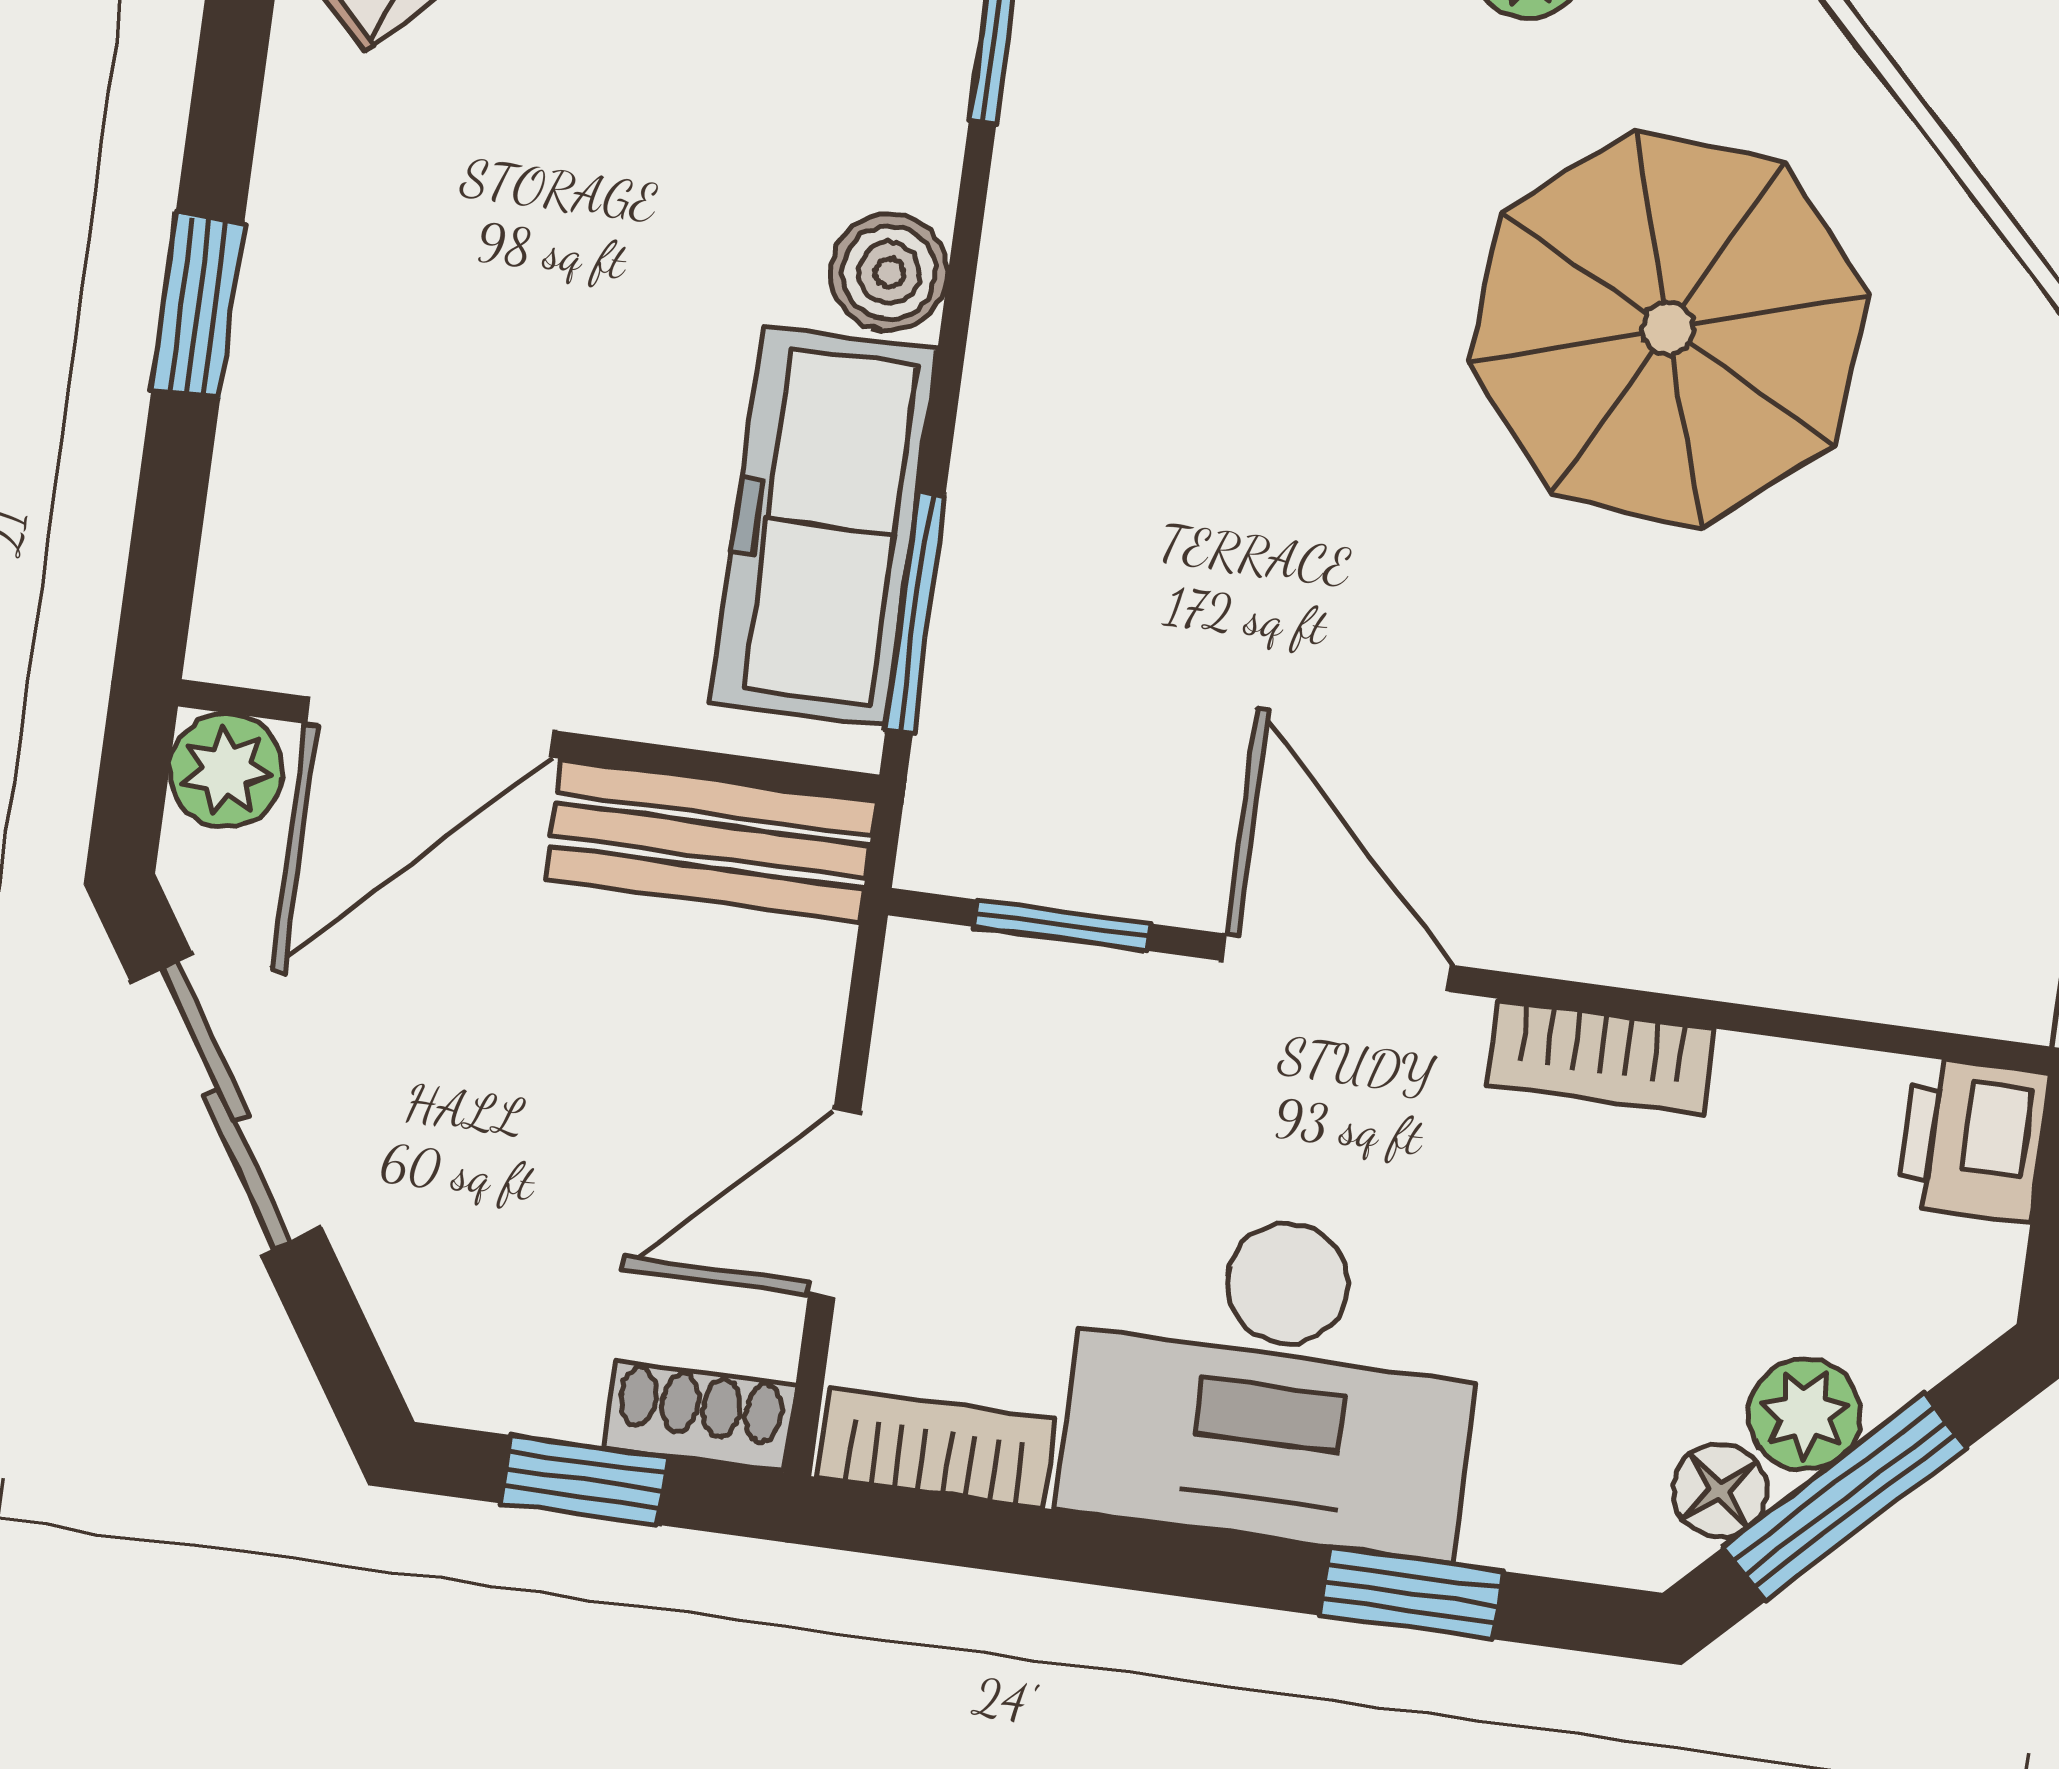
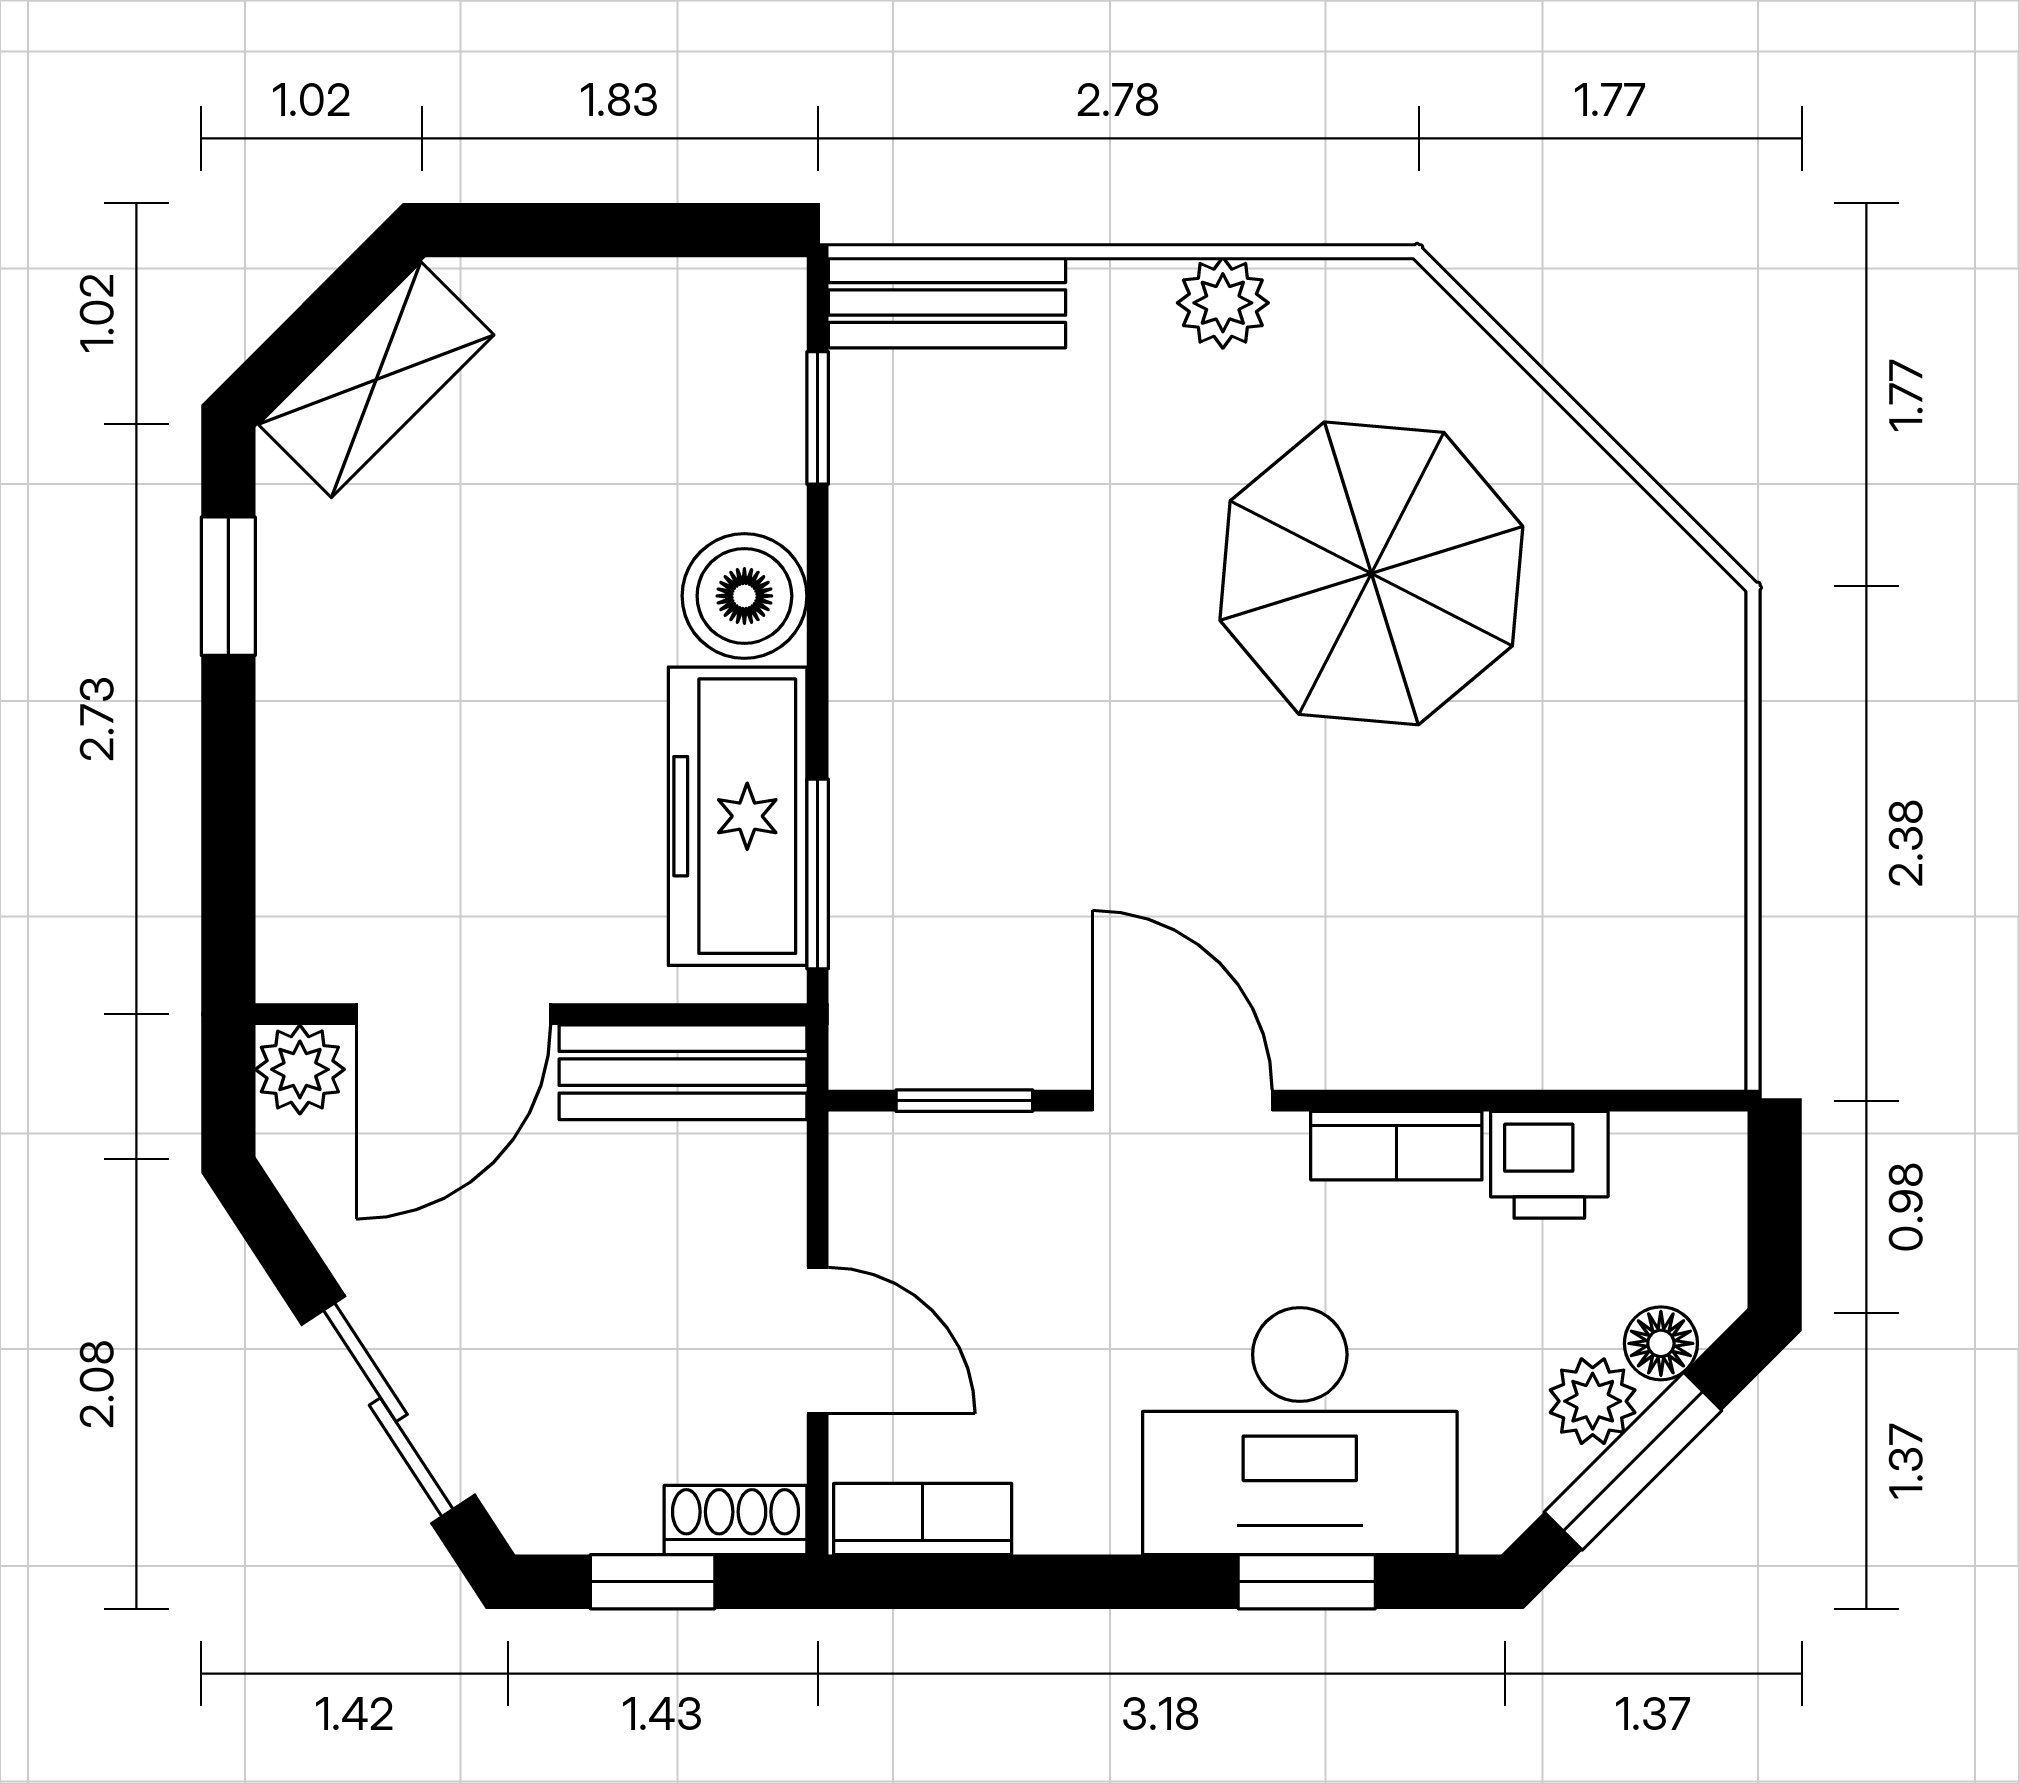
boiler: (889, 272) -> (744, 596), width x1.36, depth x1.36
window: (198, 306) -> (228, 586), moved
sliding door: (226, 1105) -> (388, 1410), moved
printer: (1973, 1140) -> (1549, 1165), moved, turned -90
door: (834, 1203) -> (818, 1341), swing flipped
desk: (1274, 1380) -> (1300, 1431), moved
floor lamp: (1720, 1491) -> (1661, 1343), moved

